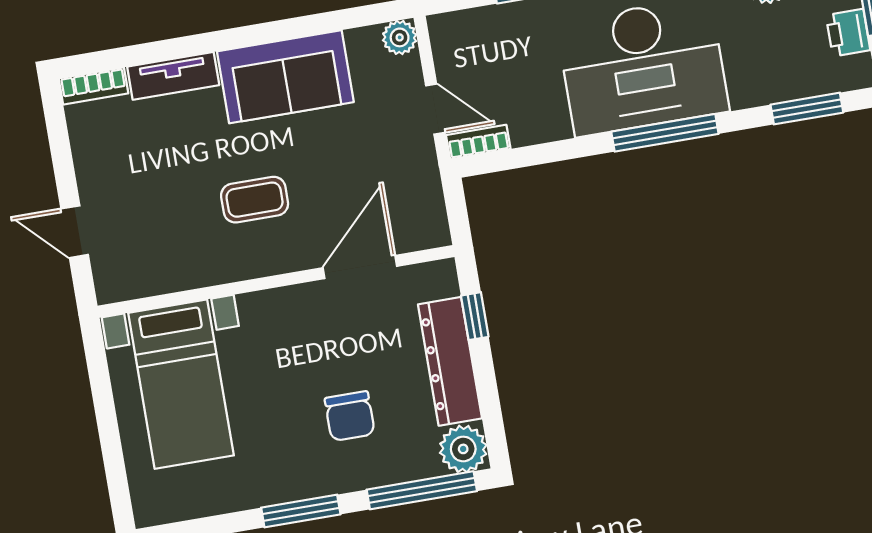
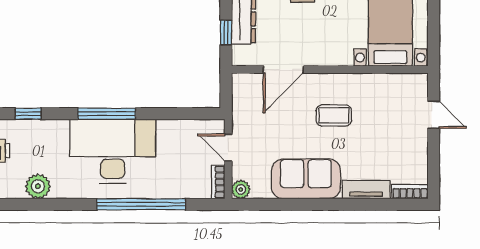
window: (807, 109) -> (28, 114), width x0.67
bookcase: (478, 142) -> (218, 182), moved, turned 90

